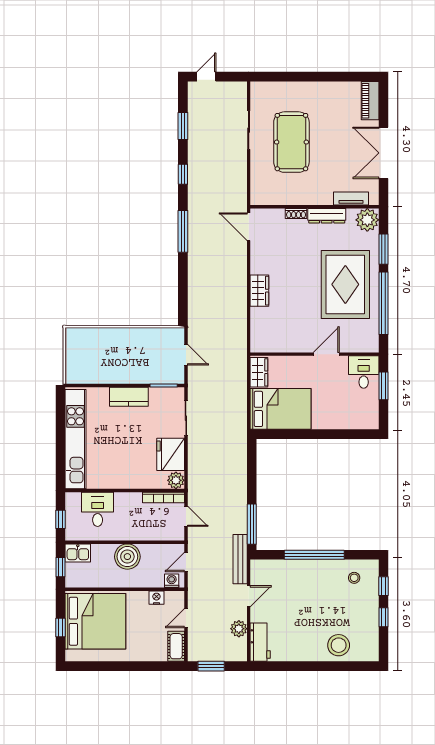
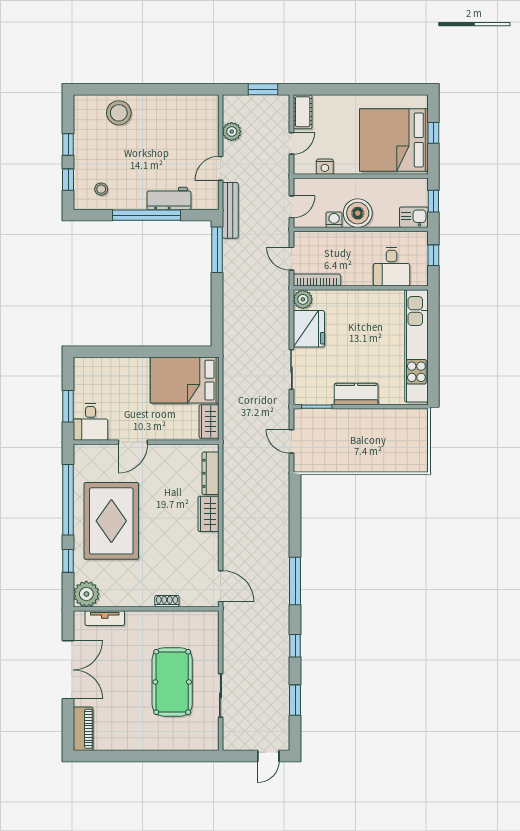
dresser: (327, 216) -> (210, 473), moved, turned -90
window: (383, 249) -> (68, 561), width x0.67
washing machine: (172, 581) -> (334, 220), moved, turned 180
workbench: (260, 642) -> (169, 199), moved, turned 90

